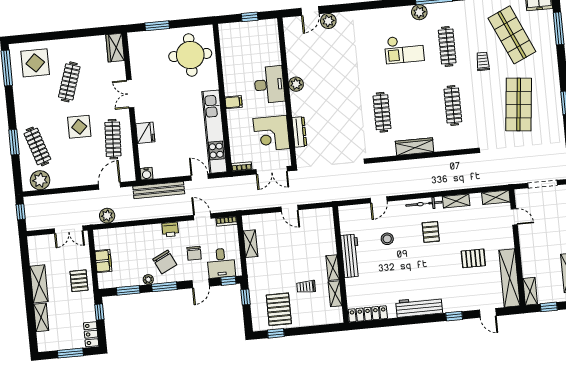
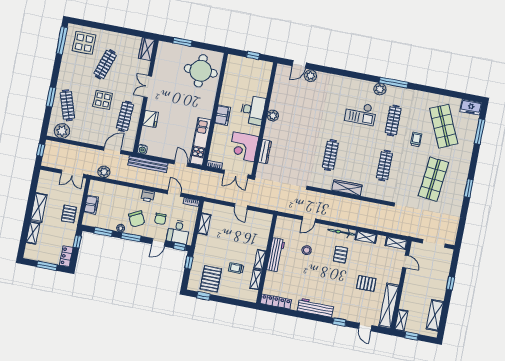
filing cabinet: (234, 102) -> (223, 115), width x2.00
kitchen unit: (214, 132) -> (200, 141), width x0.73

